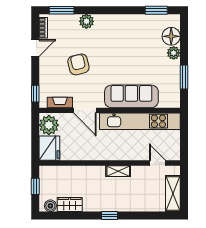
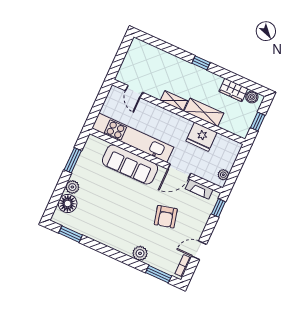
door: (85, 110) -> (179, 171), swing flipped
plant: (49, 125) -> (223, 175), width x0.53, depth x0.53
fridge: (49, 148) -> (202, 137), moved, turned -90
shelving: (173, 194) -> (204, 112), moved, turned 90

